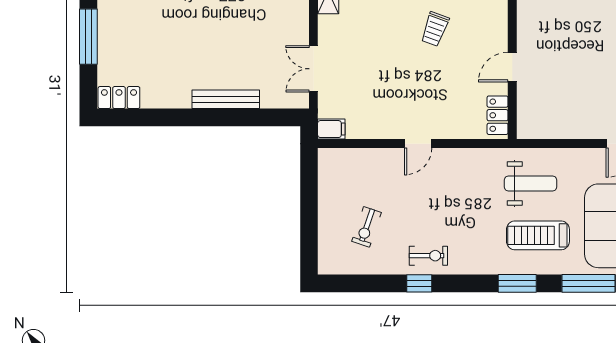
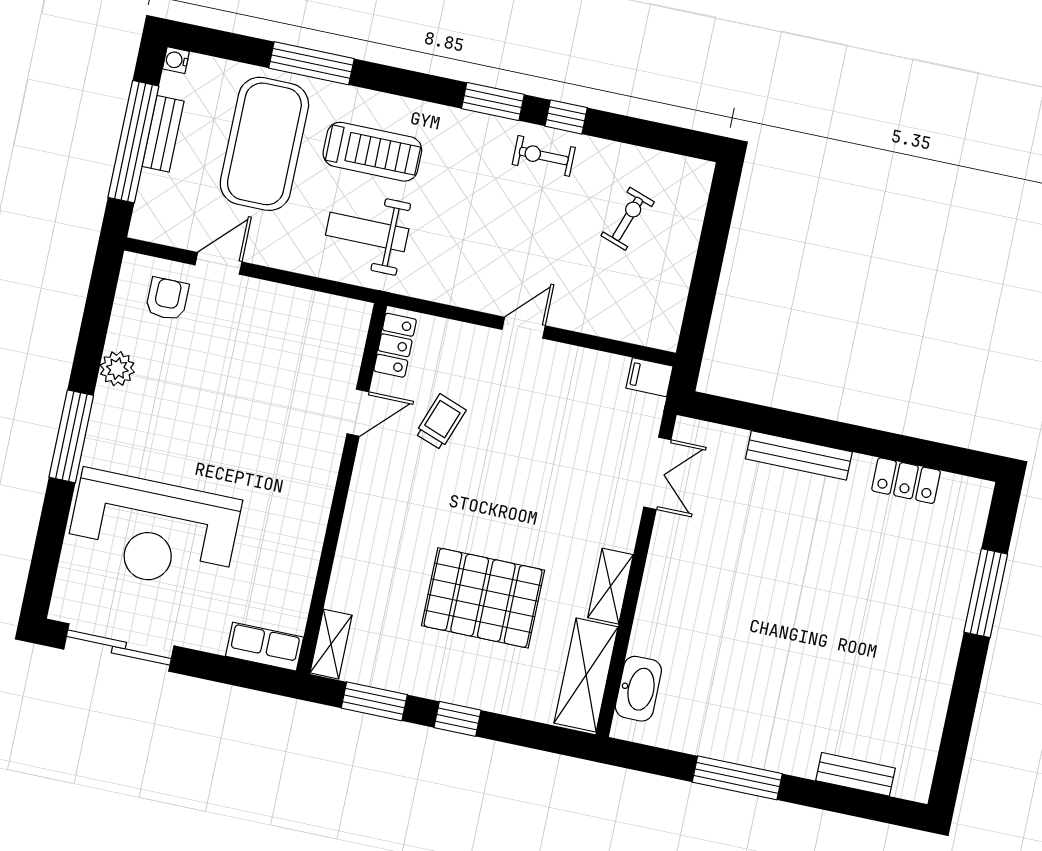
trolley: (435, 29) -> (441, 422), moved
locker: (119, 98) -> (906, 481), moved
window: (517, 283) -> (493, 102), moved

